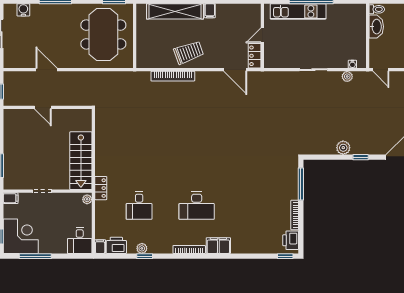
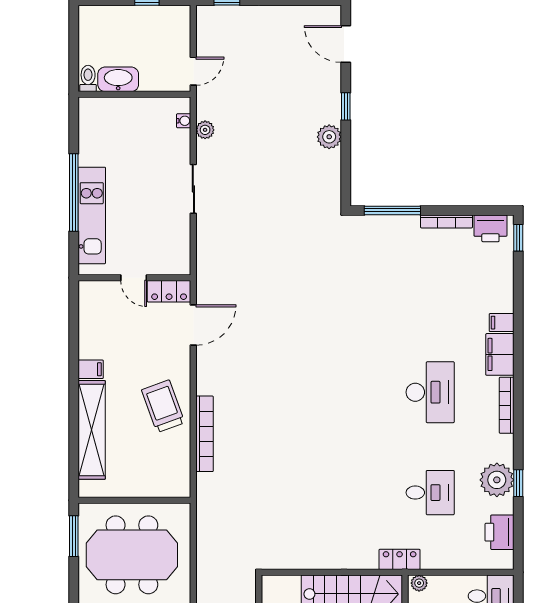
filing cabinet: (100, 247) -> (502, 323), moved
plant: (142, 248) -> (497, 480), width x1.87, depth x1.87

